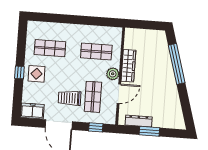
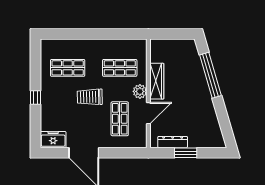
display table: (37, 74) -> (55, 98), removed
trolley: (70, 98) -> (90, 97), moved
window: (96, 127) -> (125, 153), removed

